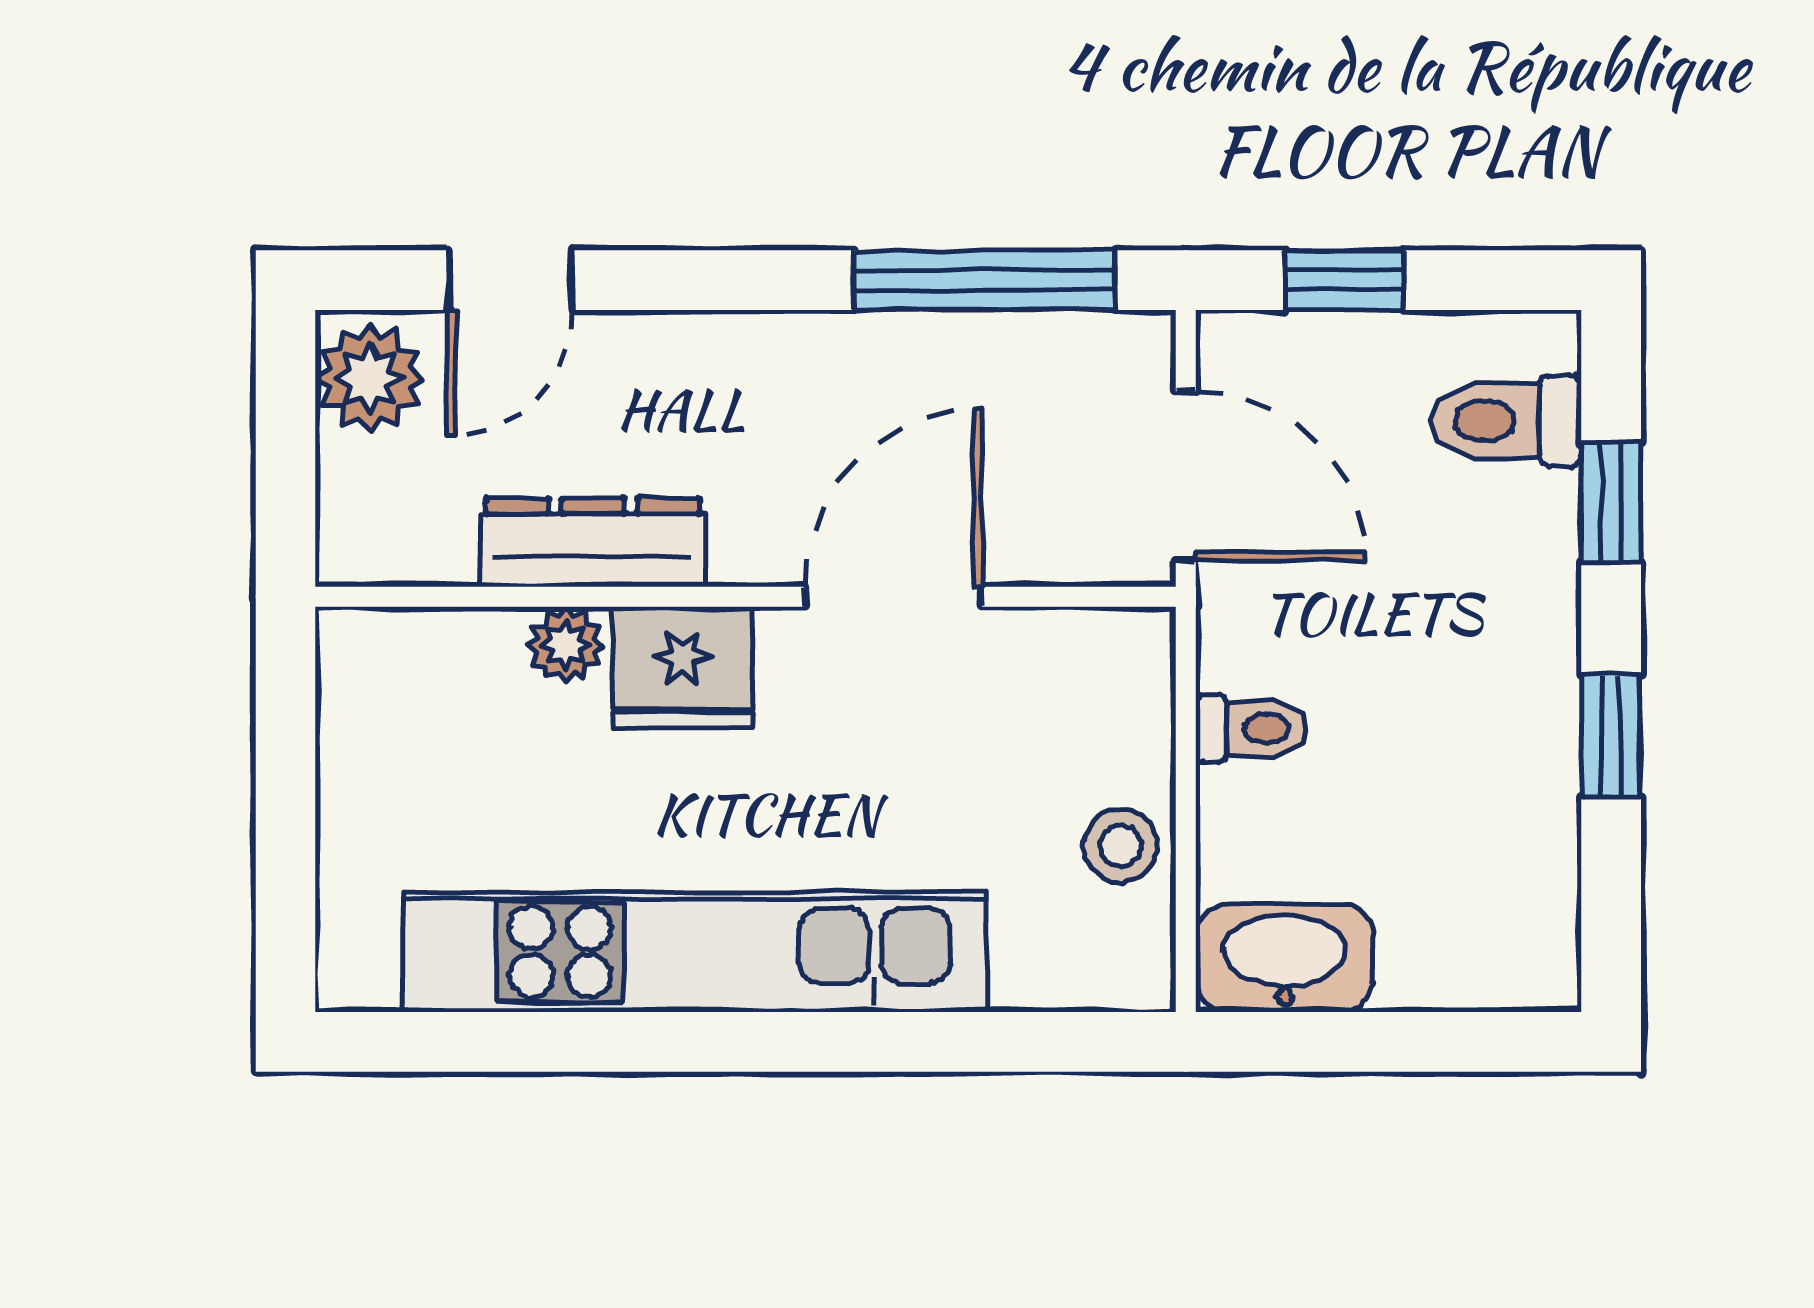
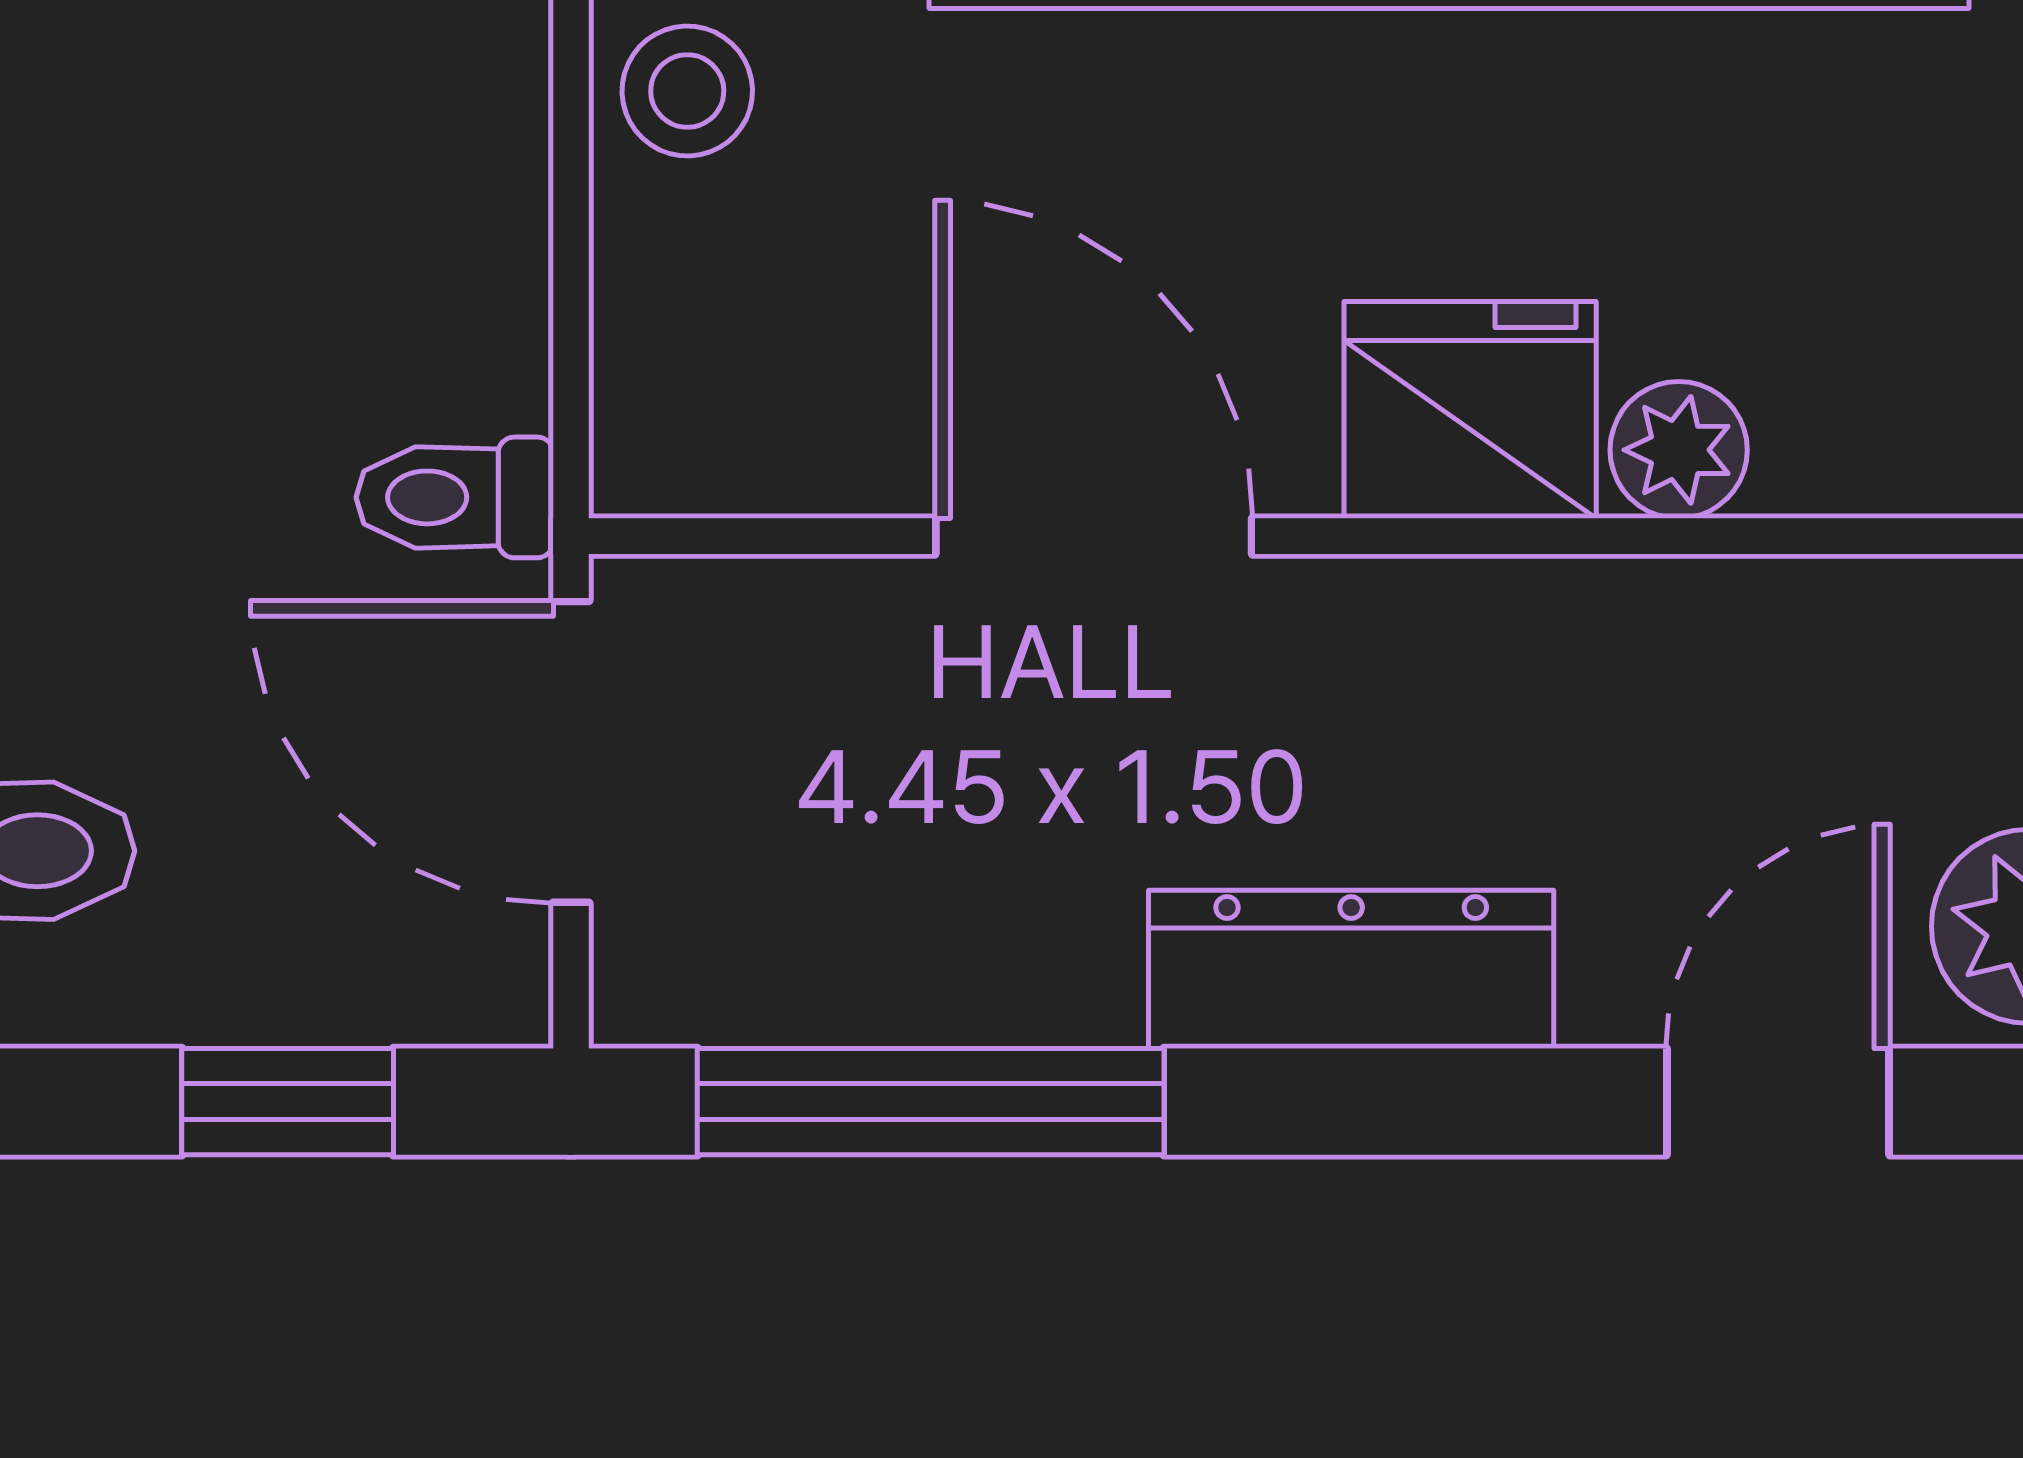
dresser: (593, 542) -> (1351, 969), moved, turned 180
door: (893, 597) -> (1094, 536), swing flipped
toilet: (1251, 729) -> (455, 497), moved

